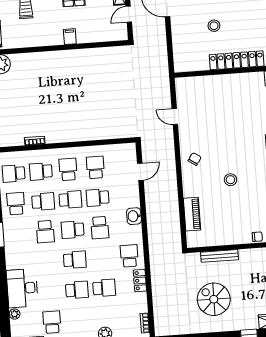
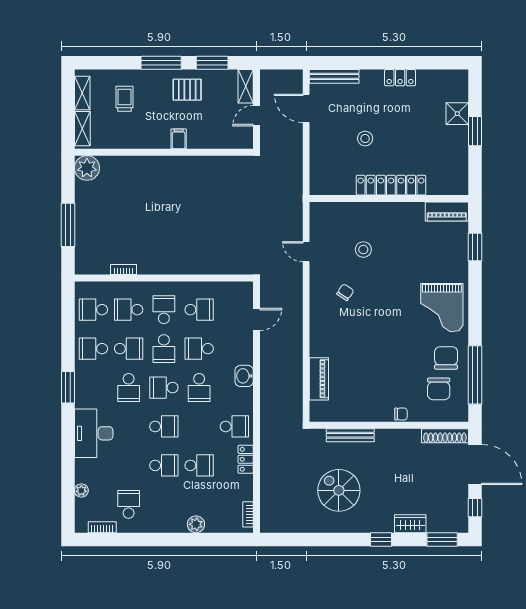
chair: (195, 159) -> (345, 292), moved
school desk: (95, 167) -> (199, 310), turned 90
stool: (230, 180) -> (363, 250), moved
school desk: (70, 200) -> (164, 349), turned 90
school desk: (16, 204) -> (93, 349), turned -90
school desk: (129, 256) -> (234, 426), turned 90
desk: (22, 288) -> (94, 433), moved

